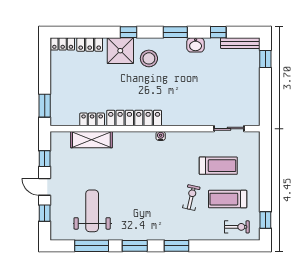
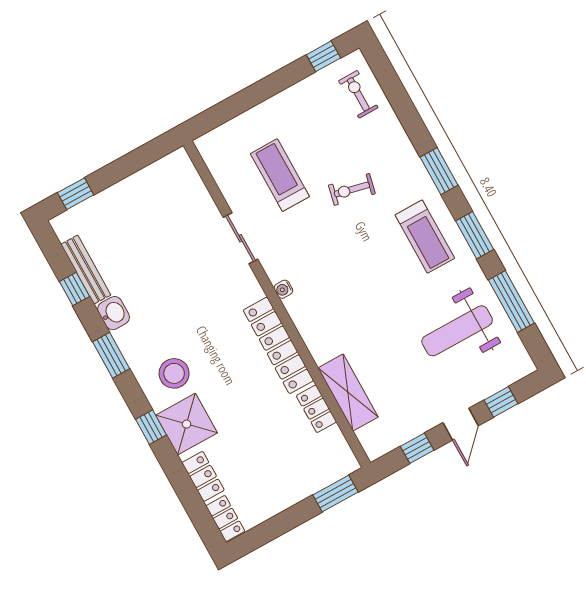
bench: (240, 43) -> (86, 270), moved
sliding door: (229, 129) -> (240, 238), moved
treadmill: (228, 199) -> (425, 237), moved

